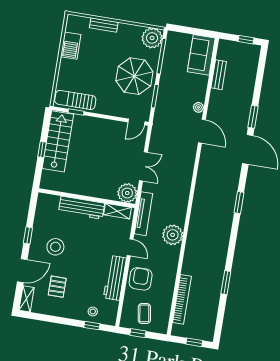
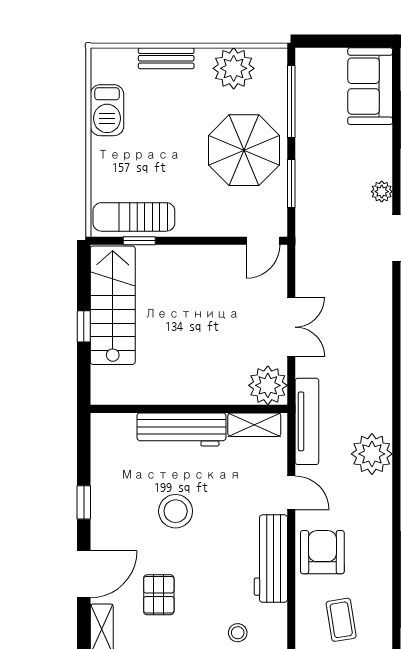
plant: (152, 38) -> (234, 68), moved
stool: (55, 247) -> (176, 511), moved

